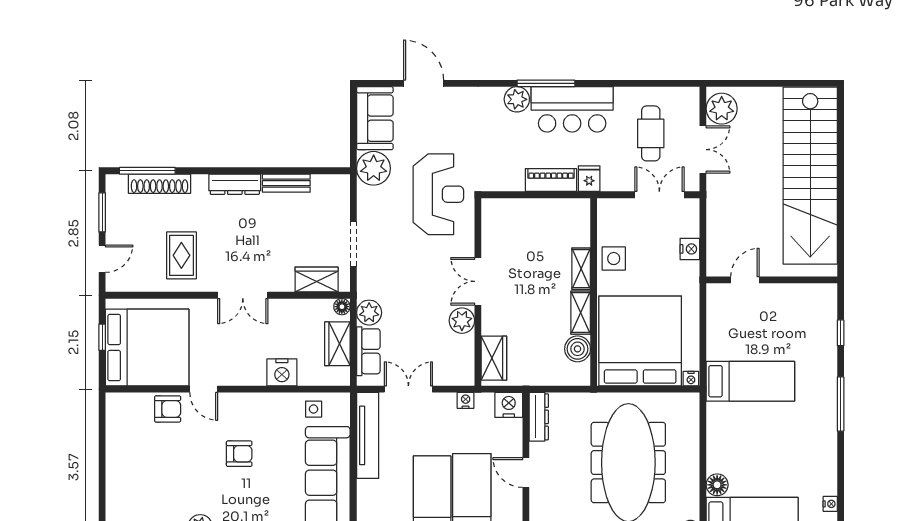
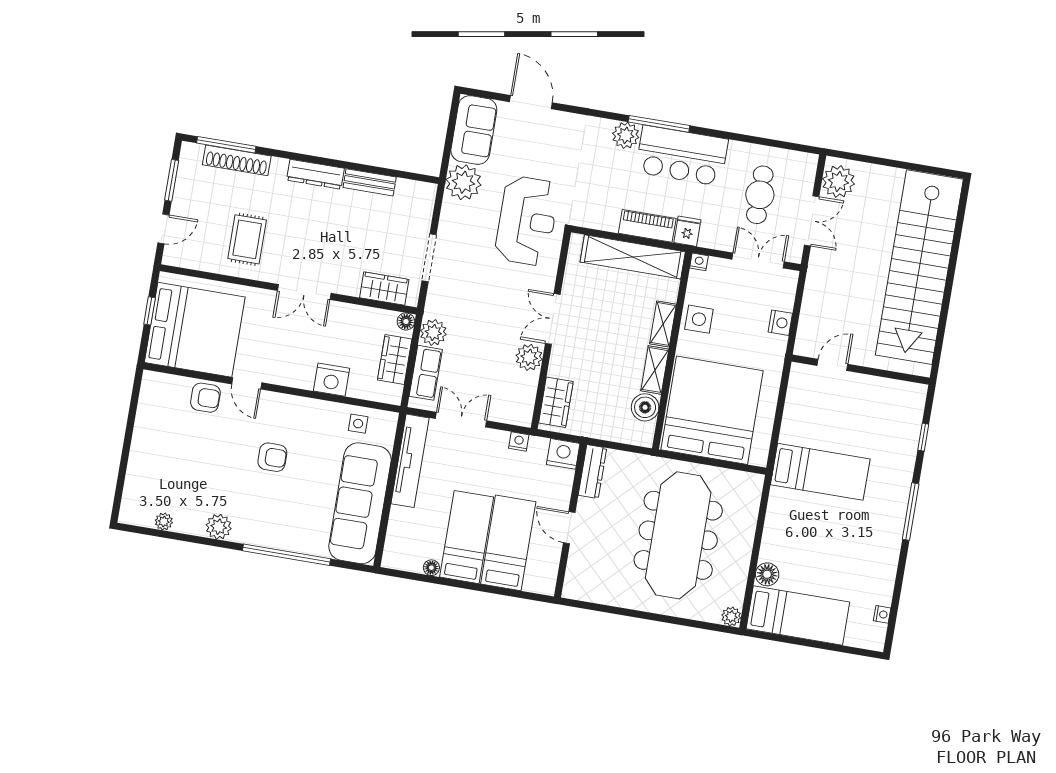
shelving: (542, 211) -> (633, 257), added
nightstand: (691, 379) -> (699, 262), moved, turned 180

